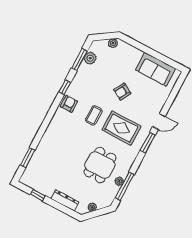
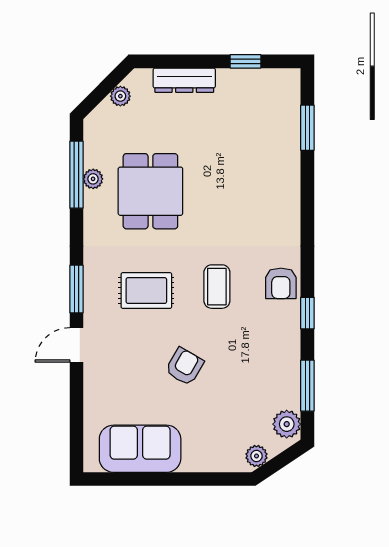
plant: (90, 58) -> (287, 424), moved
rug: (121, 128) -> (146, 291), width x0.73, depth x0.70

